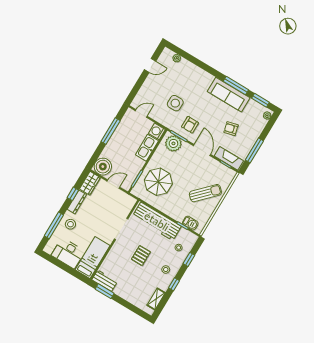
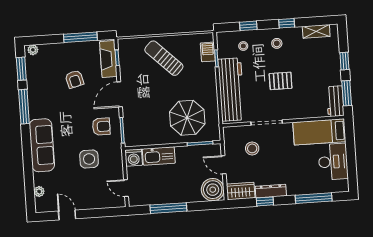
sofa: (229, 95) -> (42, 145), moved
plant: (173, 143) -> (134, 130), removed
stool: (70, 224) -> (252, 148), moved
window: (126, 304) -> (344, 61), added

